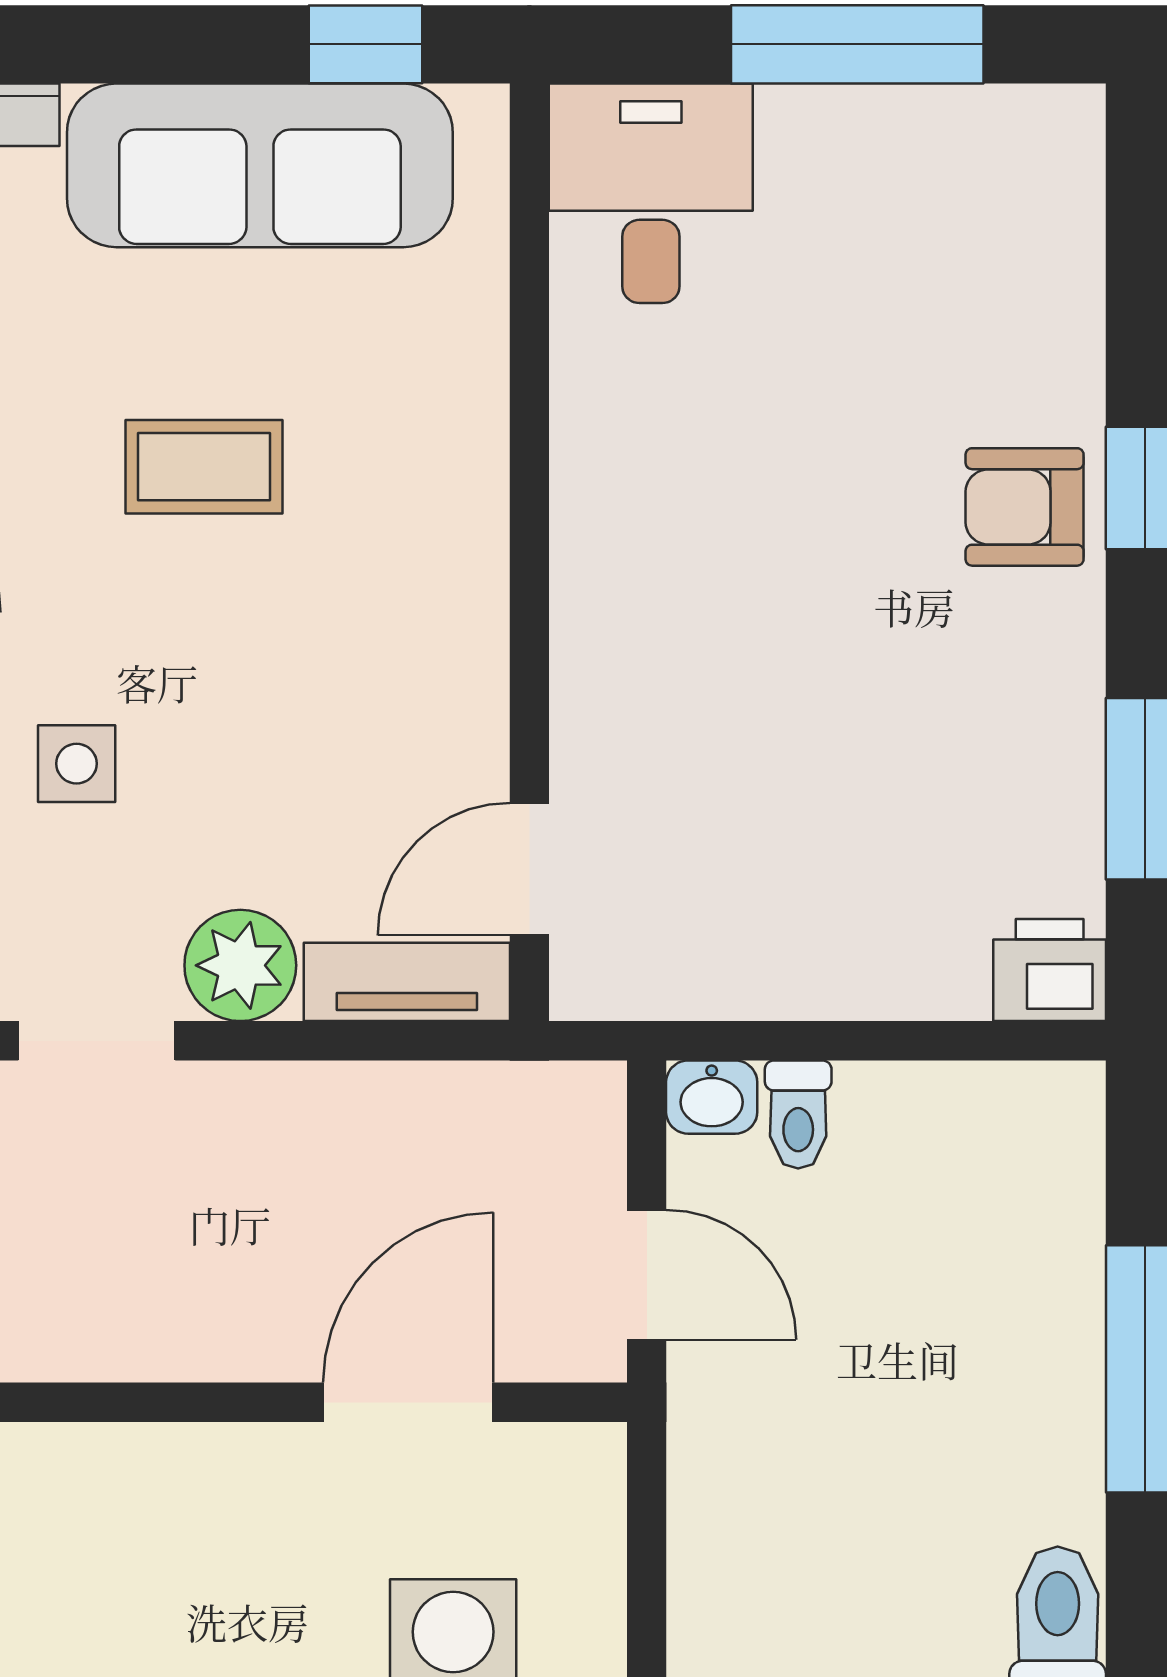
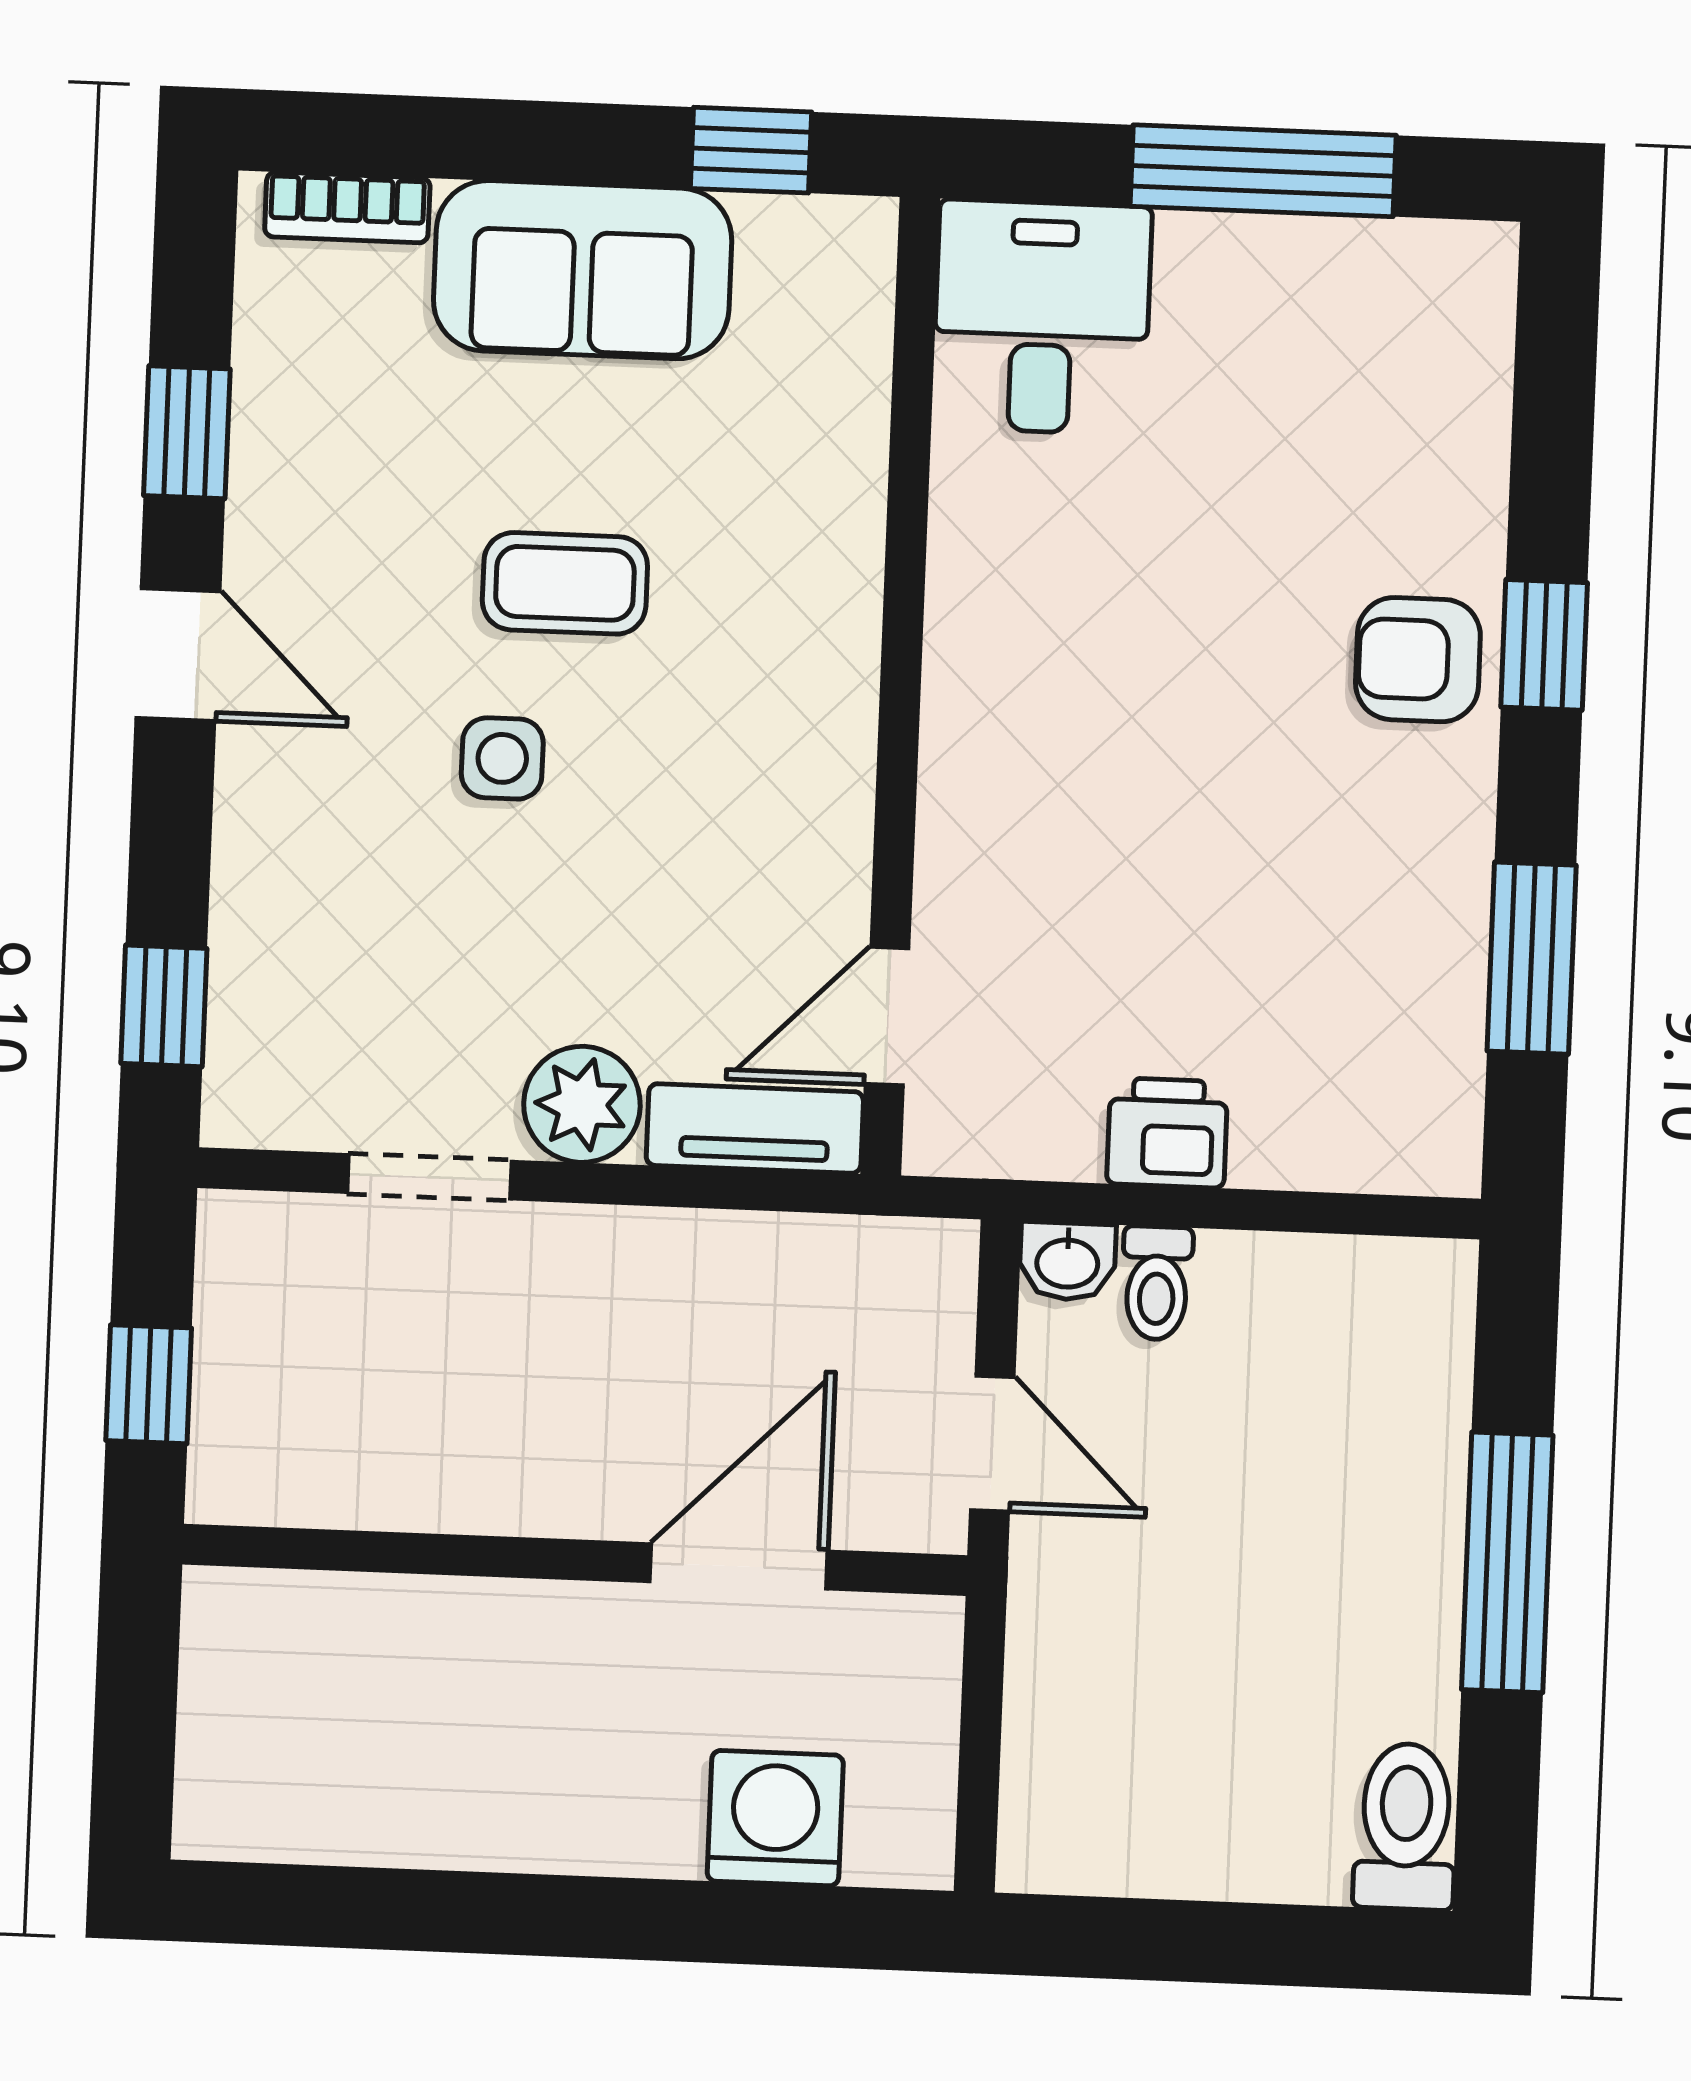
sofa: (260, 165) -> (583, 270), width x0.73
side table: (77, 764) -> (502, 758), moved
printer: (1050, 970) -> (1167, 1133), moved

